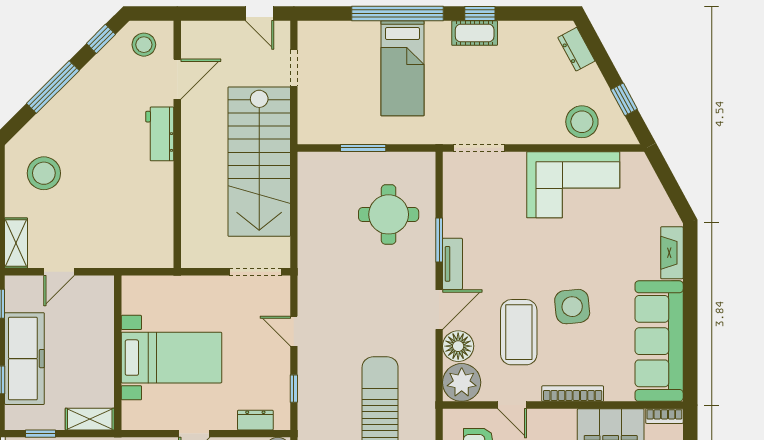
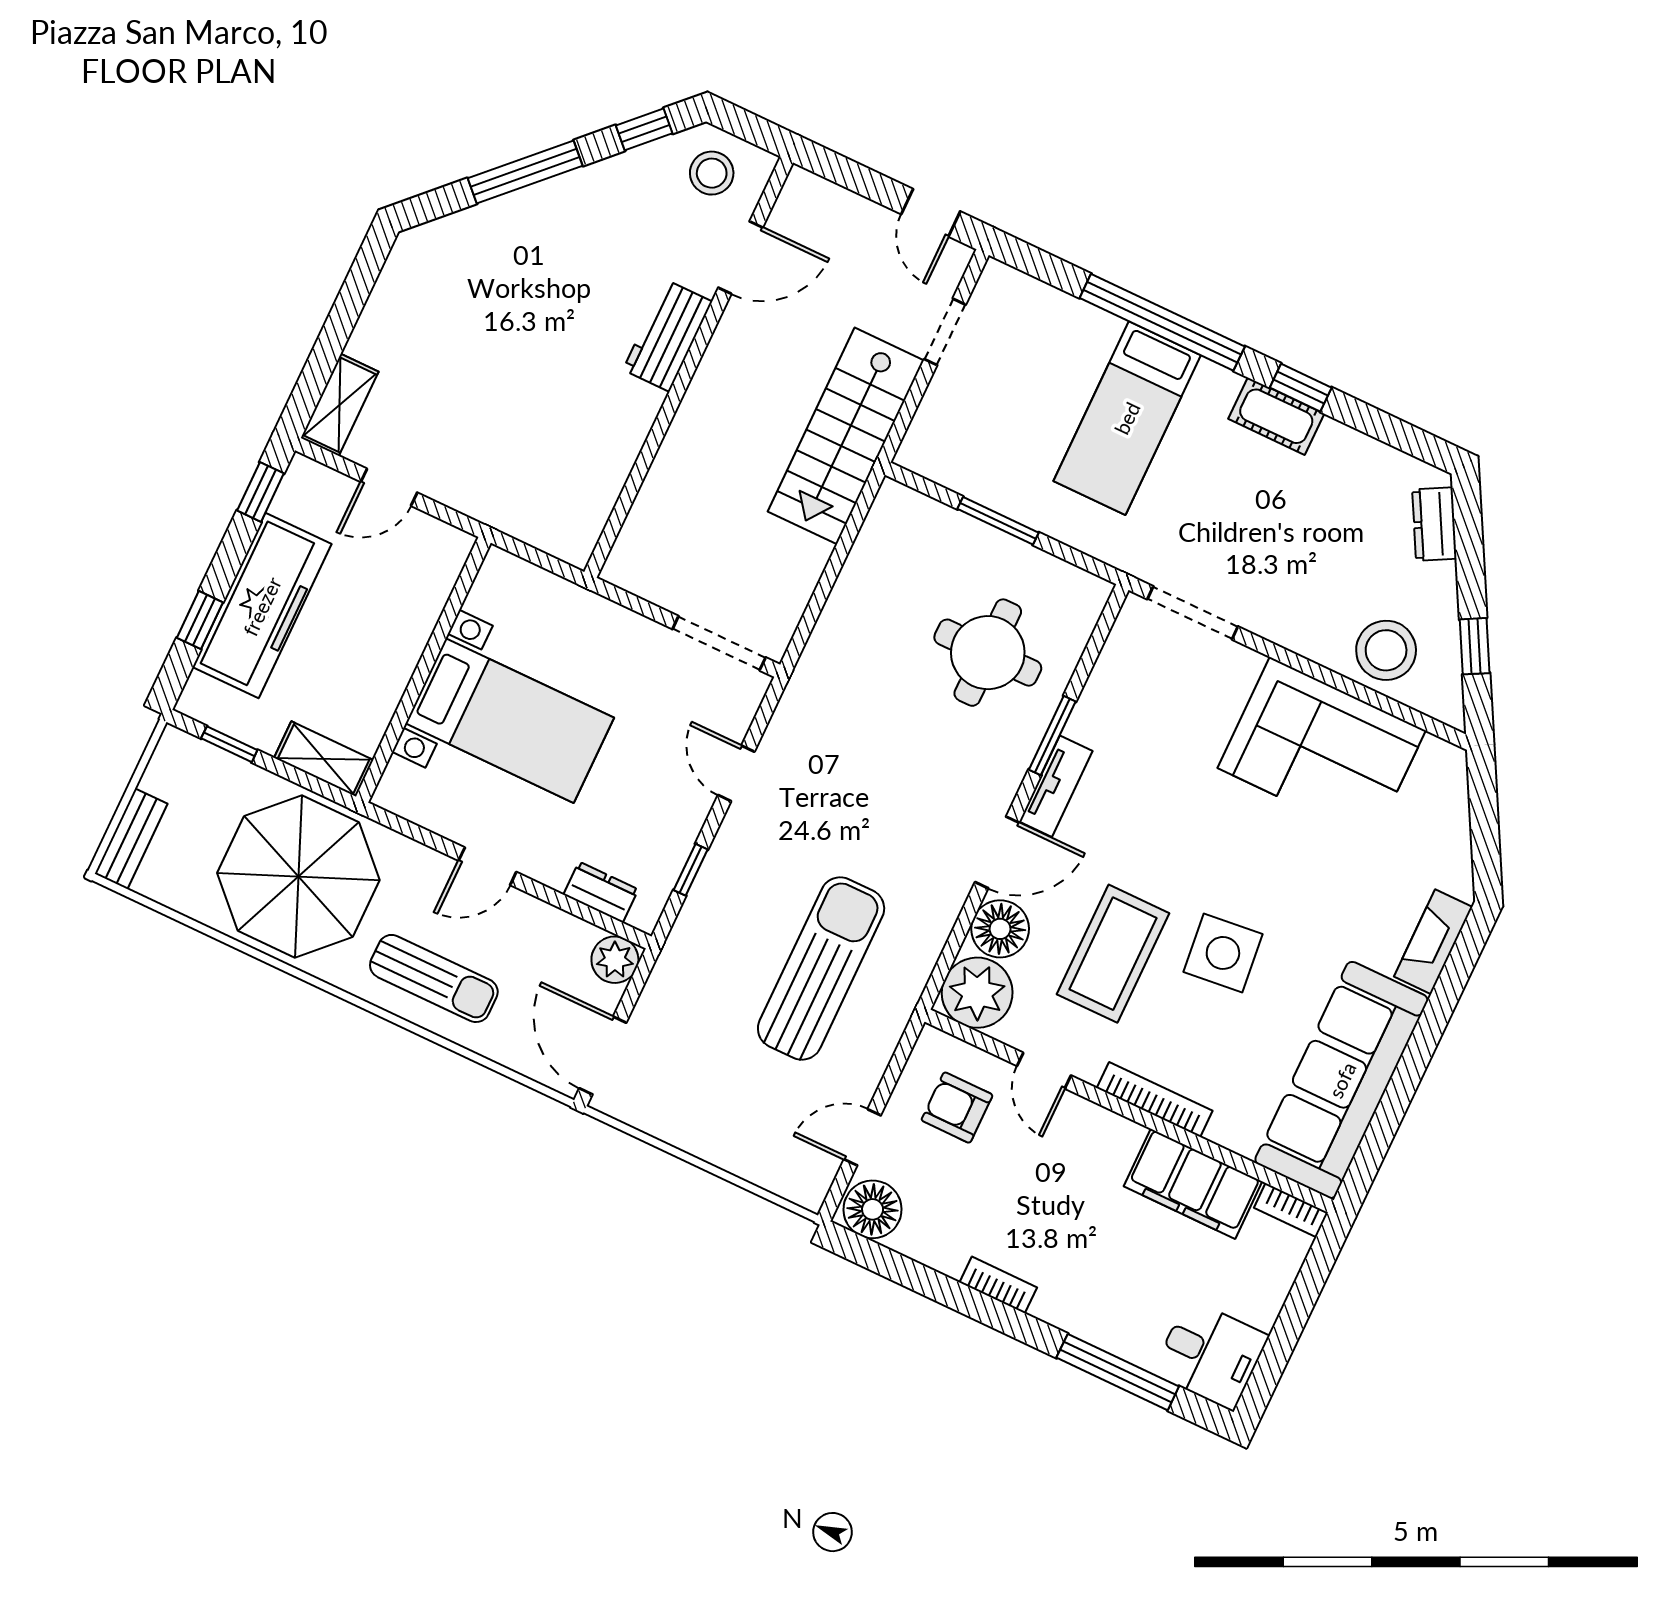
stairs: (259, 162) -> (846, 436), width x0.73, depth x0.66
stool: (44, 173) -> (442, 310), removed

